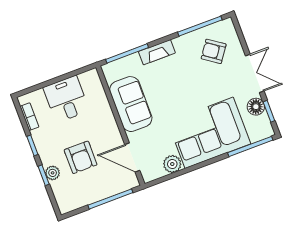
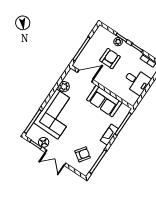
armchair: (81, 157) -> (110, 59), turned 90

